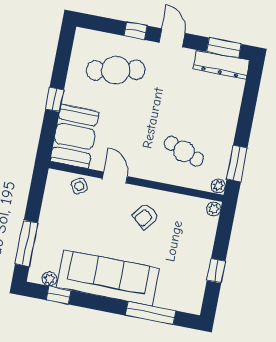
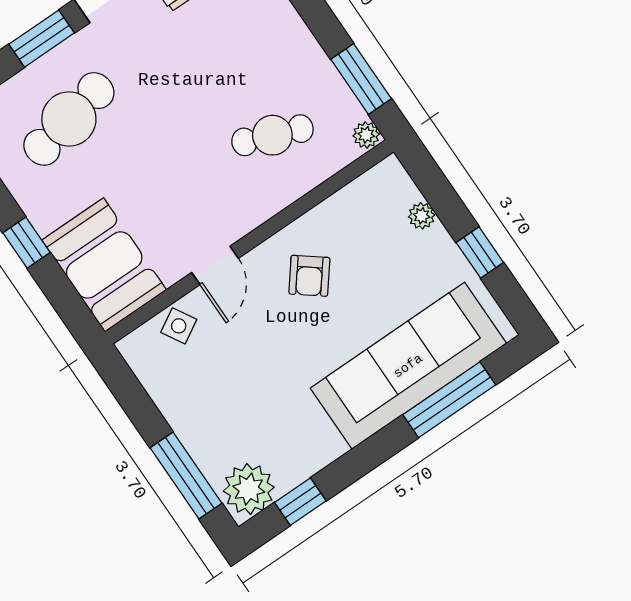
window: (136, 31) -> (42, 39), width x1.50
door: (115, 177) -> (215, 265), swing flipped
plant: (214, 209) -> (422, 216), moved
sofa: (108, 278) -> (408, 366), moved
plant: (49, 279) -> (249, 489), width x1.88, depth x1.88

